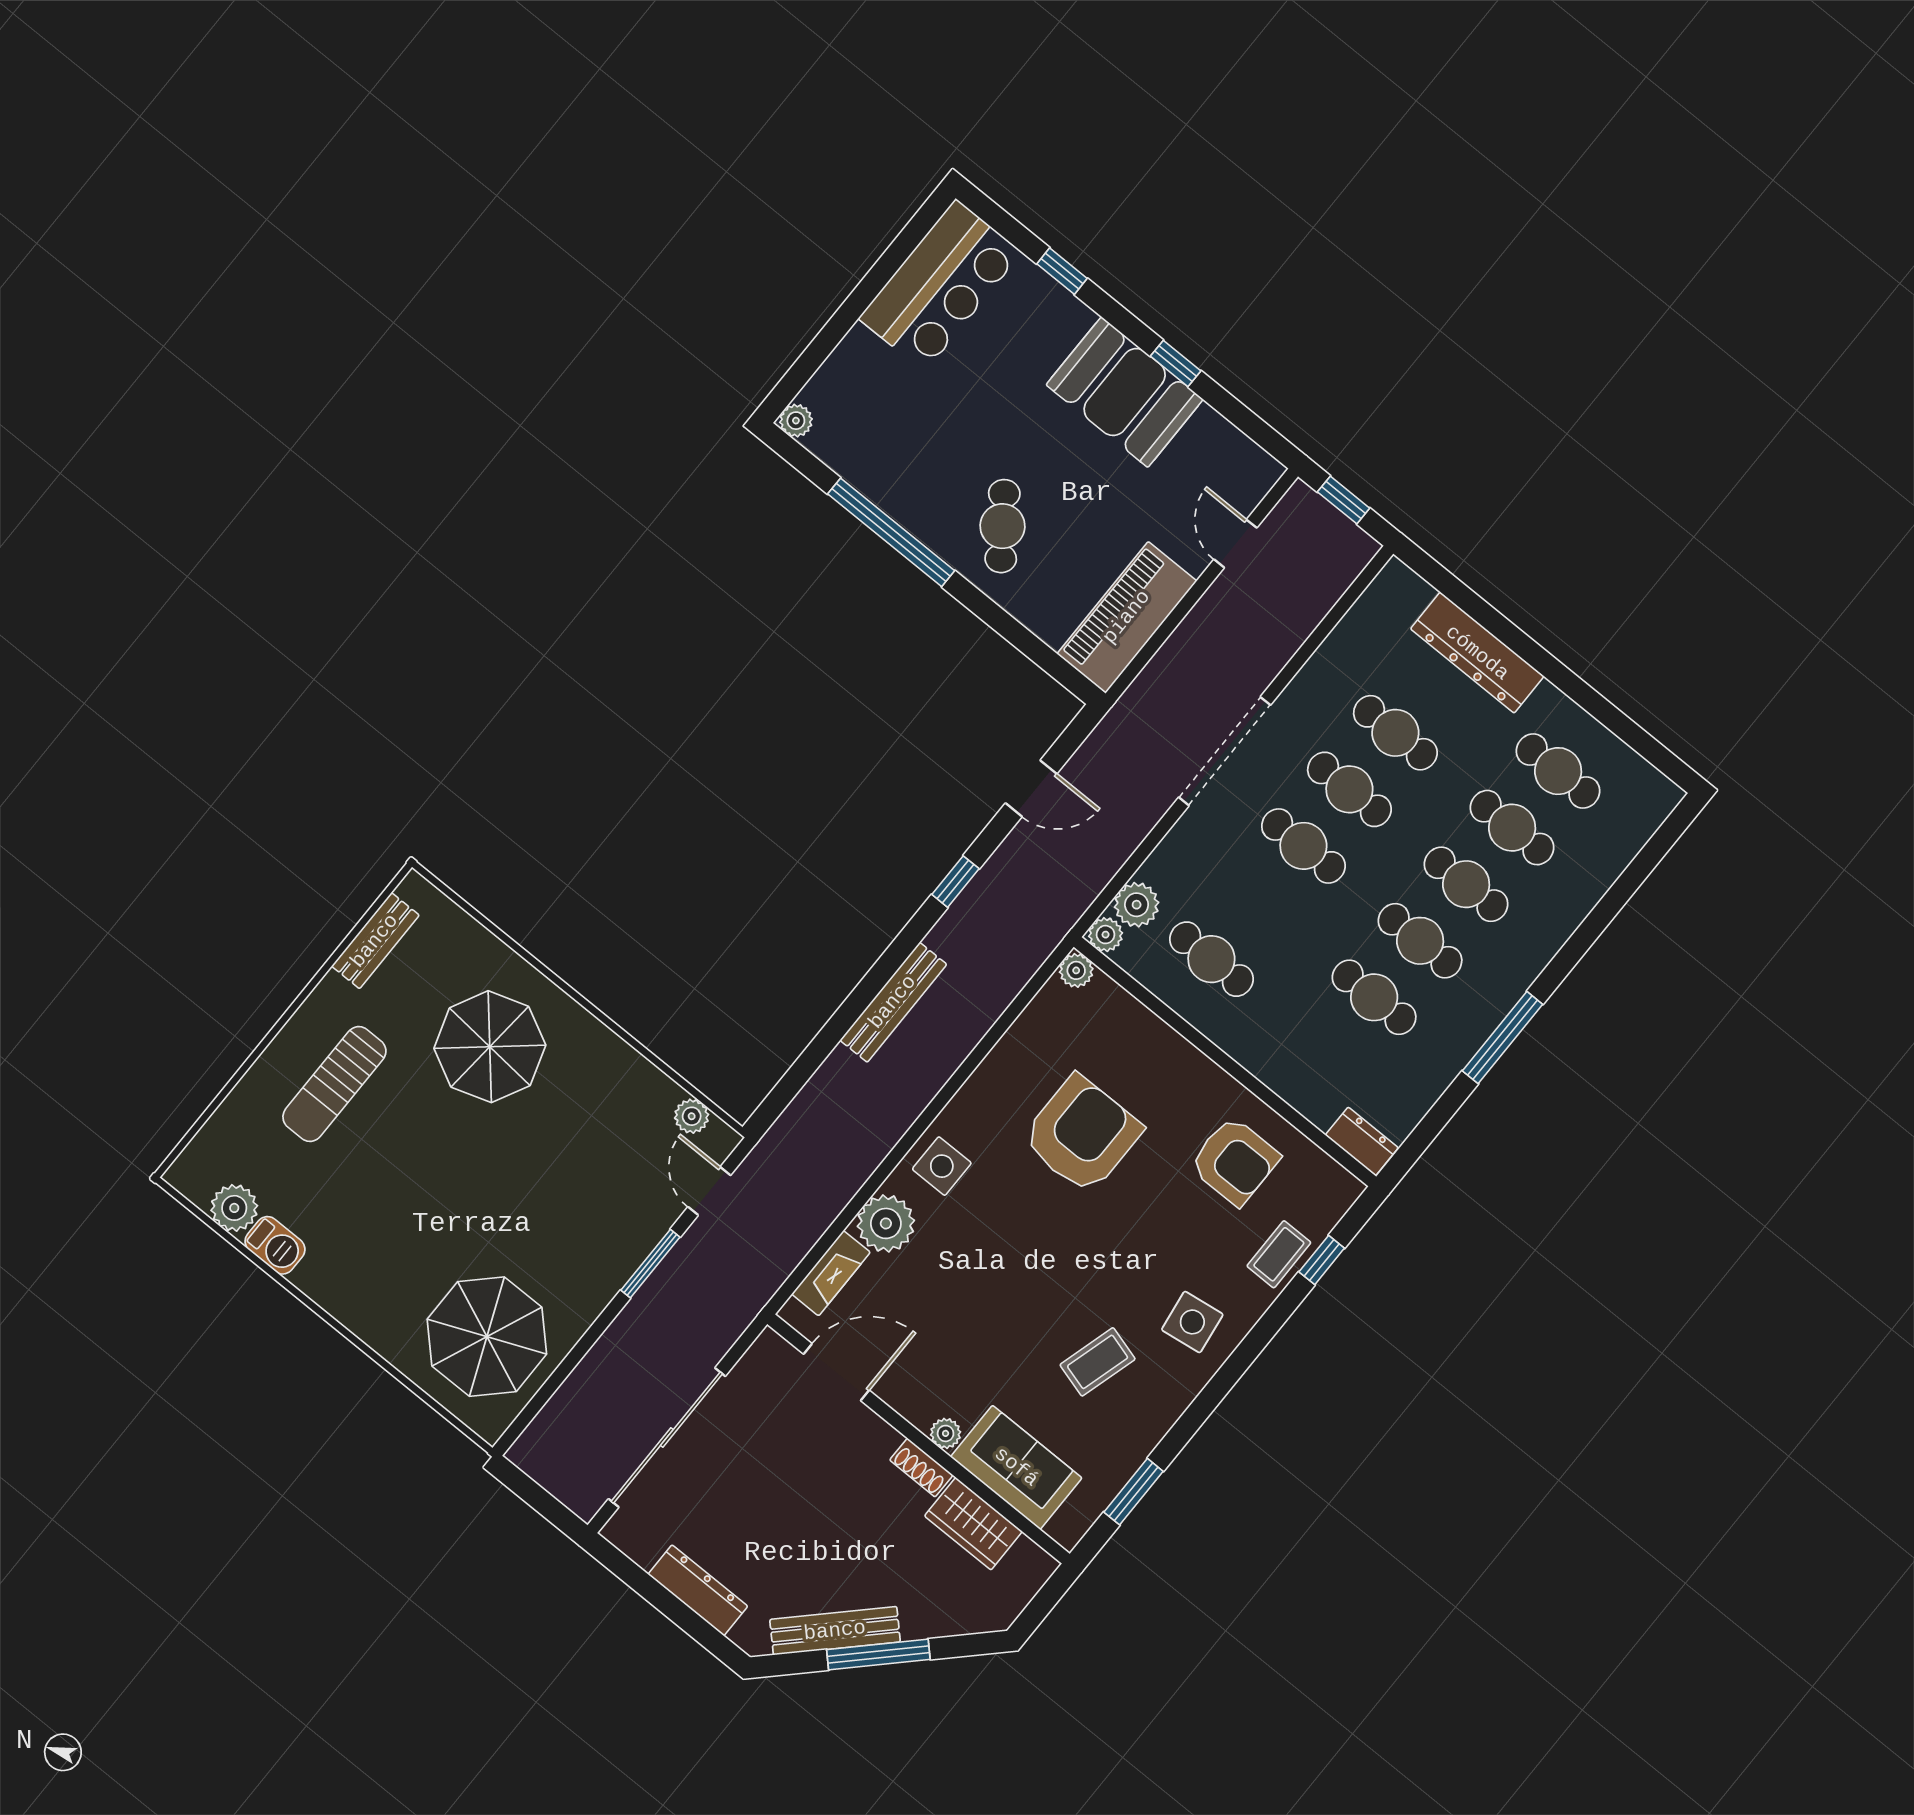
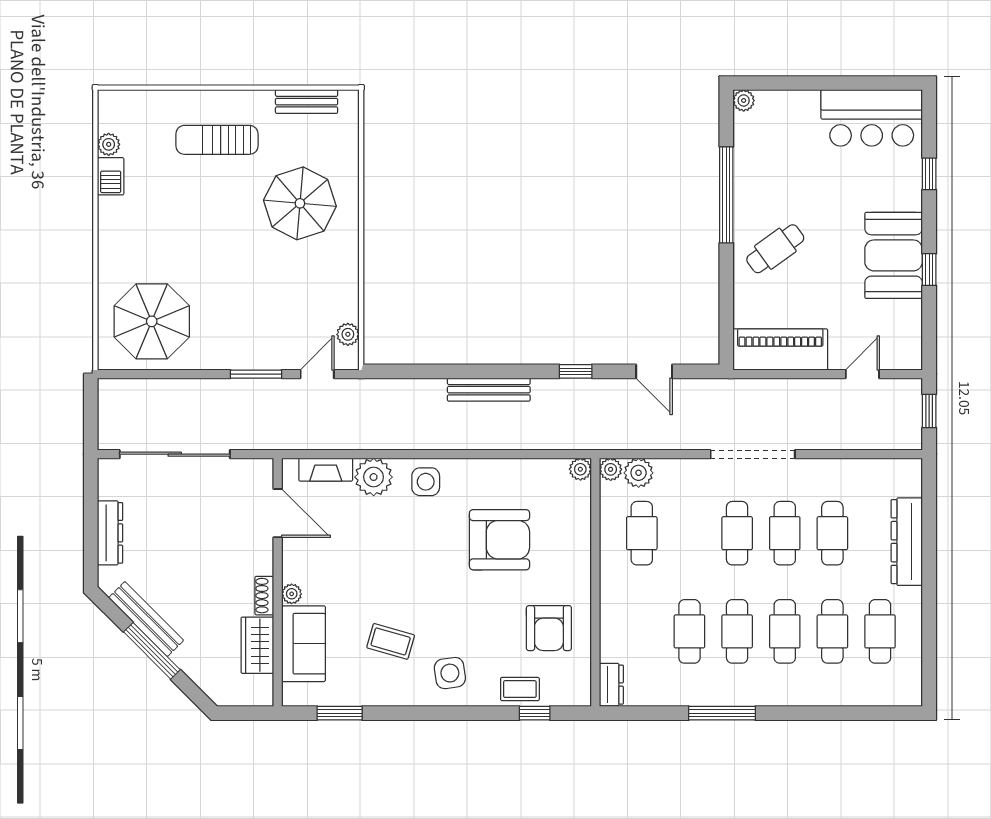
plant: (234, 1208) -> (109, 144), width x0.73, depth x0.73

